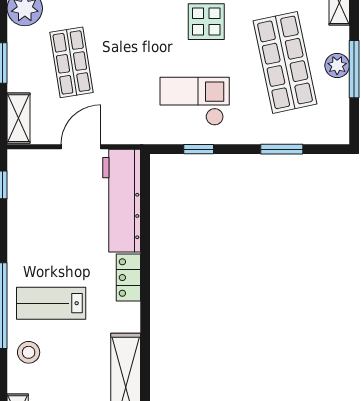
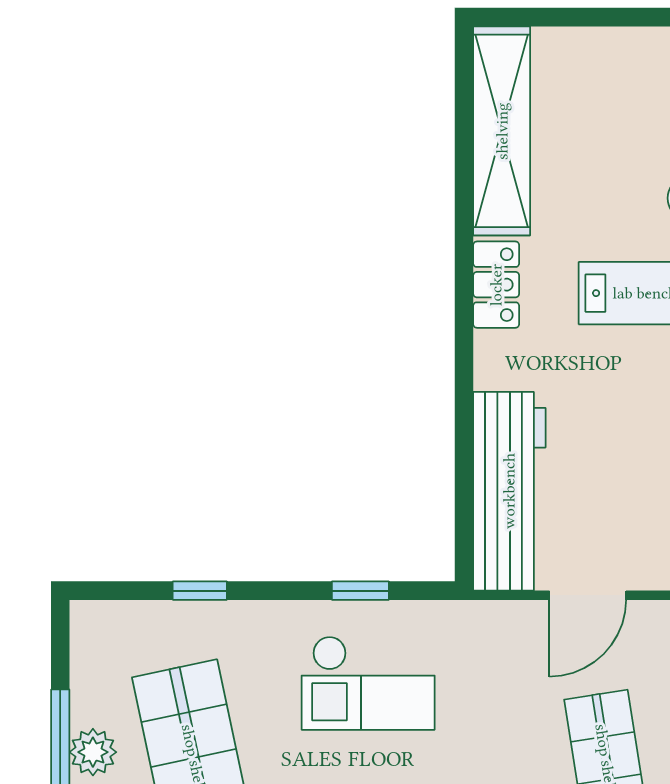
window: (282, 149) -> (200, 591), width x0.67
locker: (128, 278) -> (496, 285), moved

